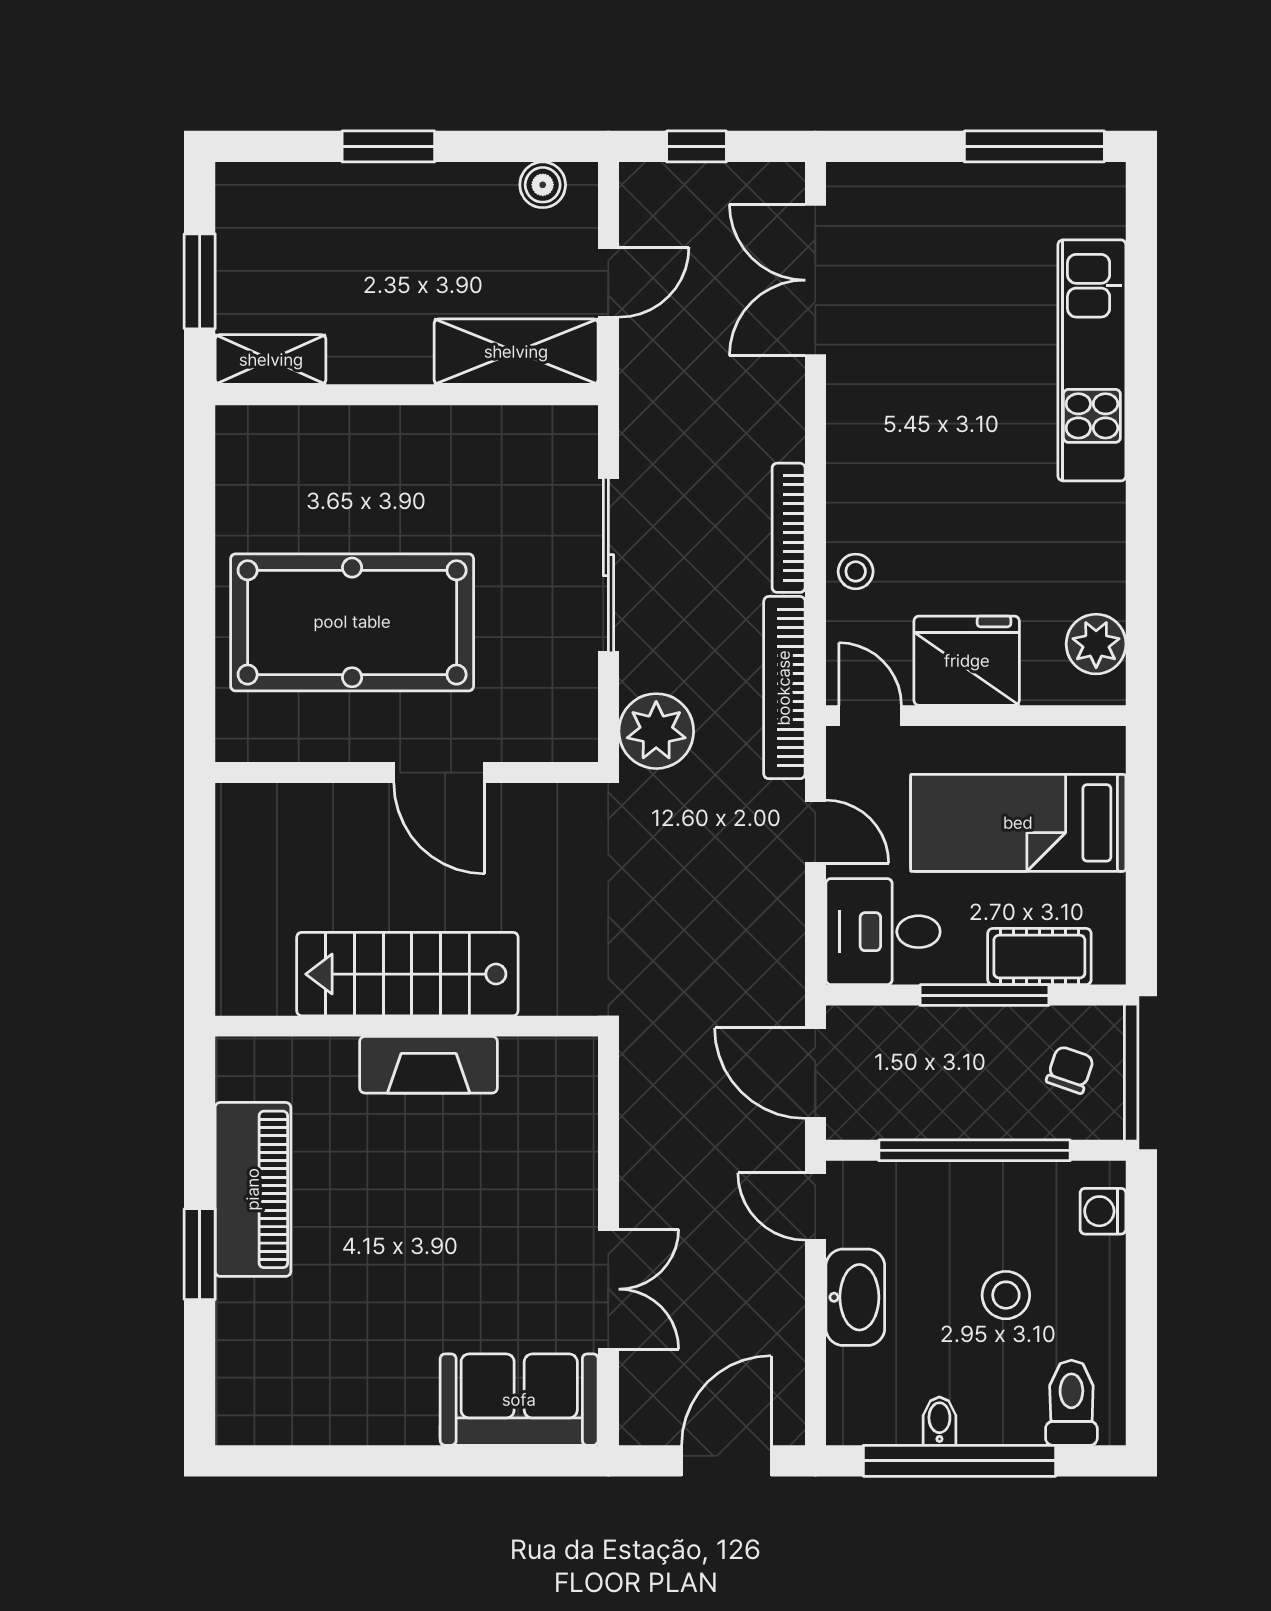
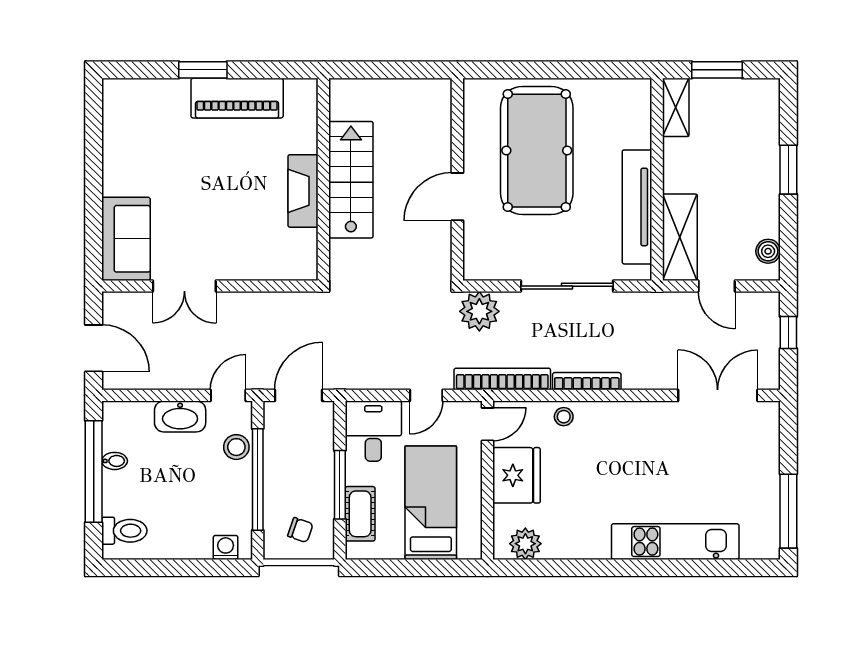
tv unit: (459, 433) -> (637, 207), added
stool: (1006, 1295) -> (236, 447), moved

